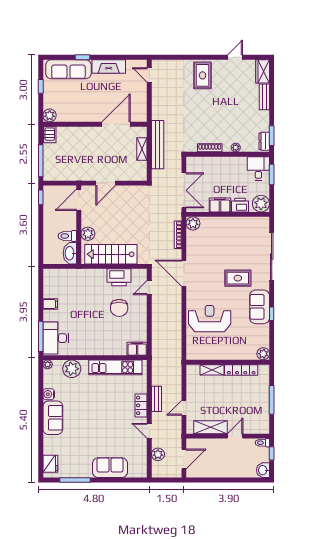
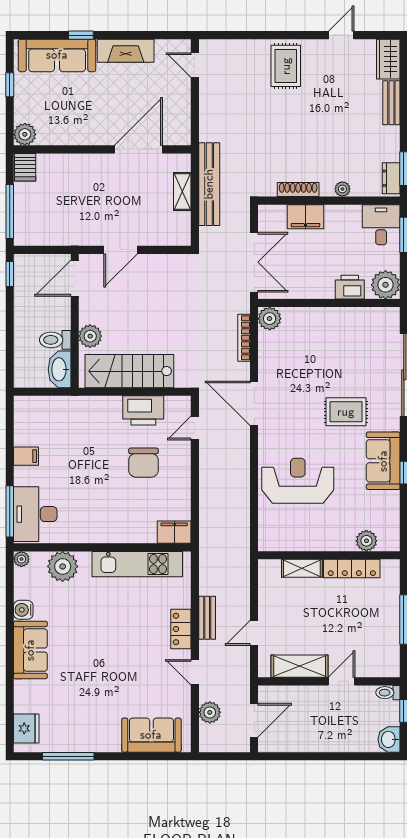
filing cabinet: (220, 205) -> (305, 217), moved, turned 180
plant: (263, 354) -> (366, 541), moved
sofa: (110, 468) -> (151, 735), moved

